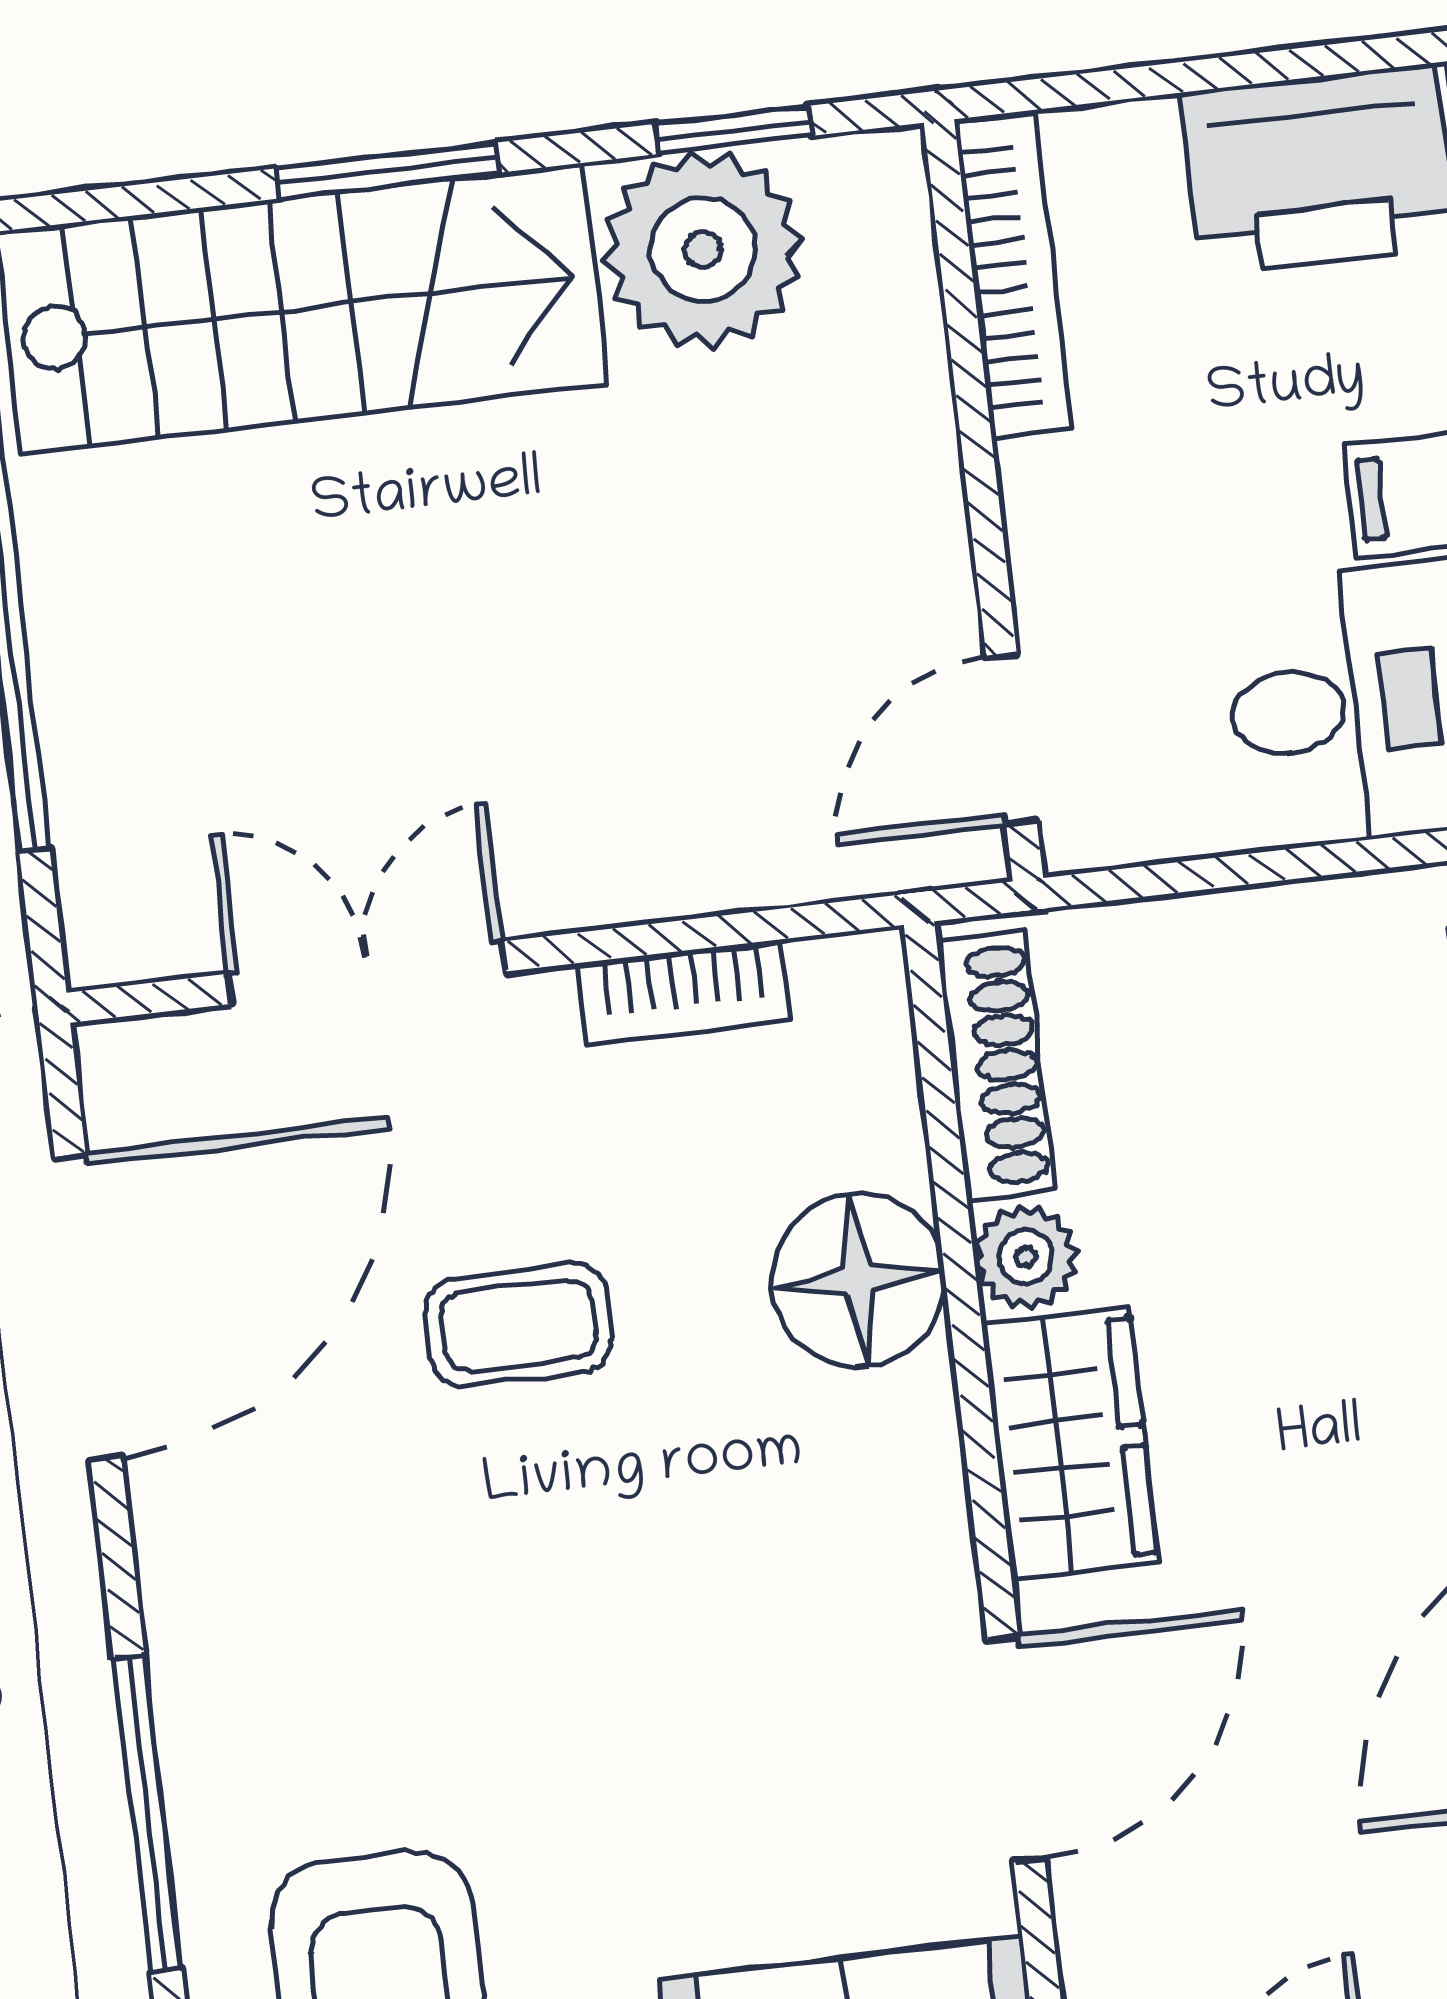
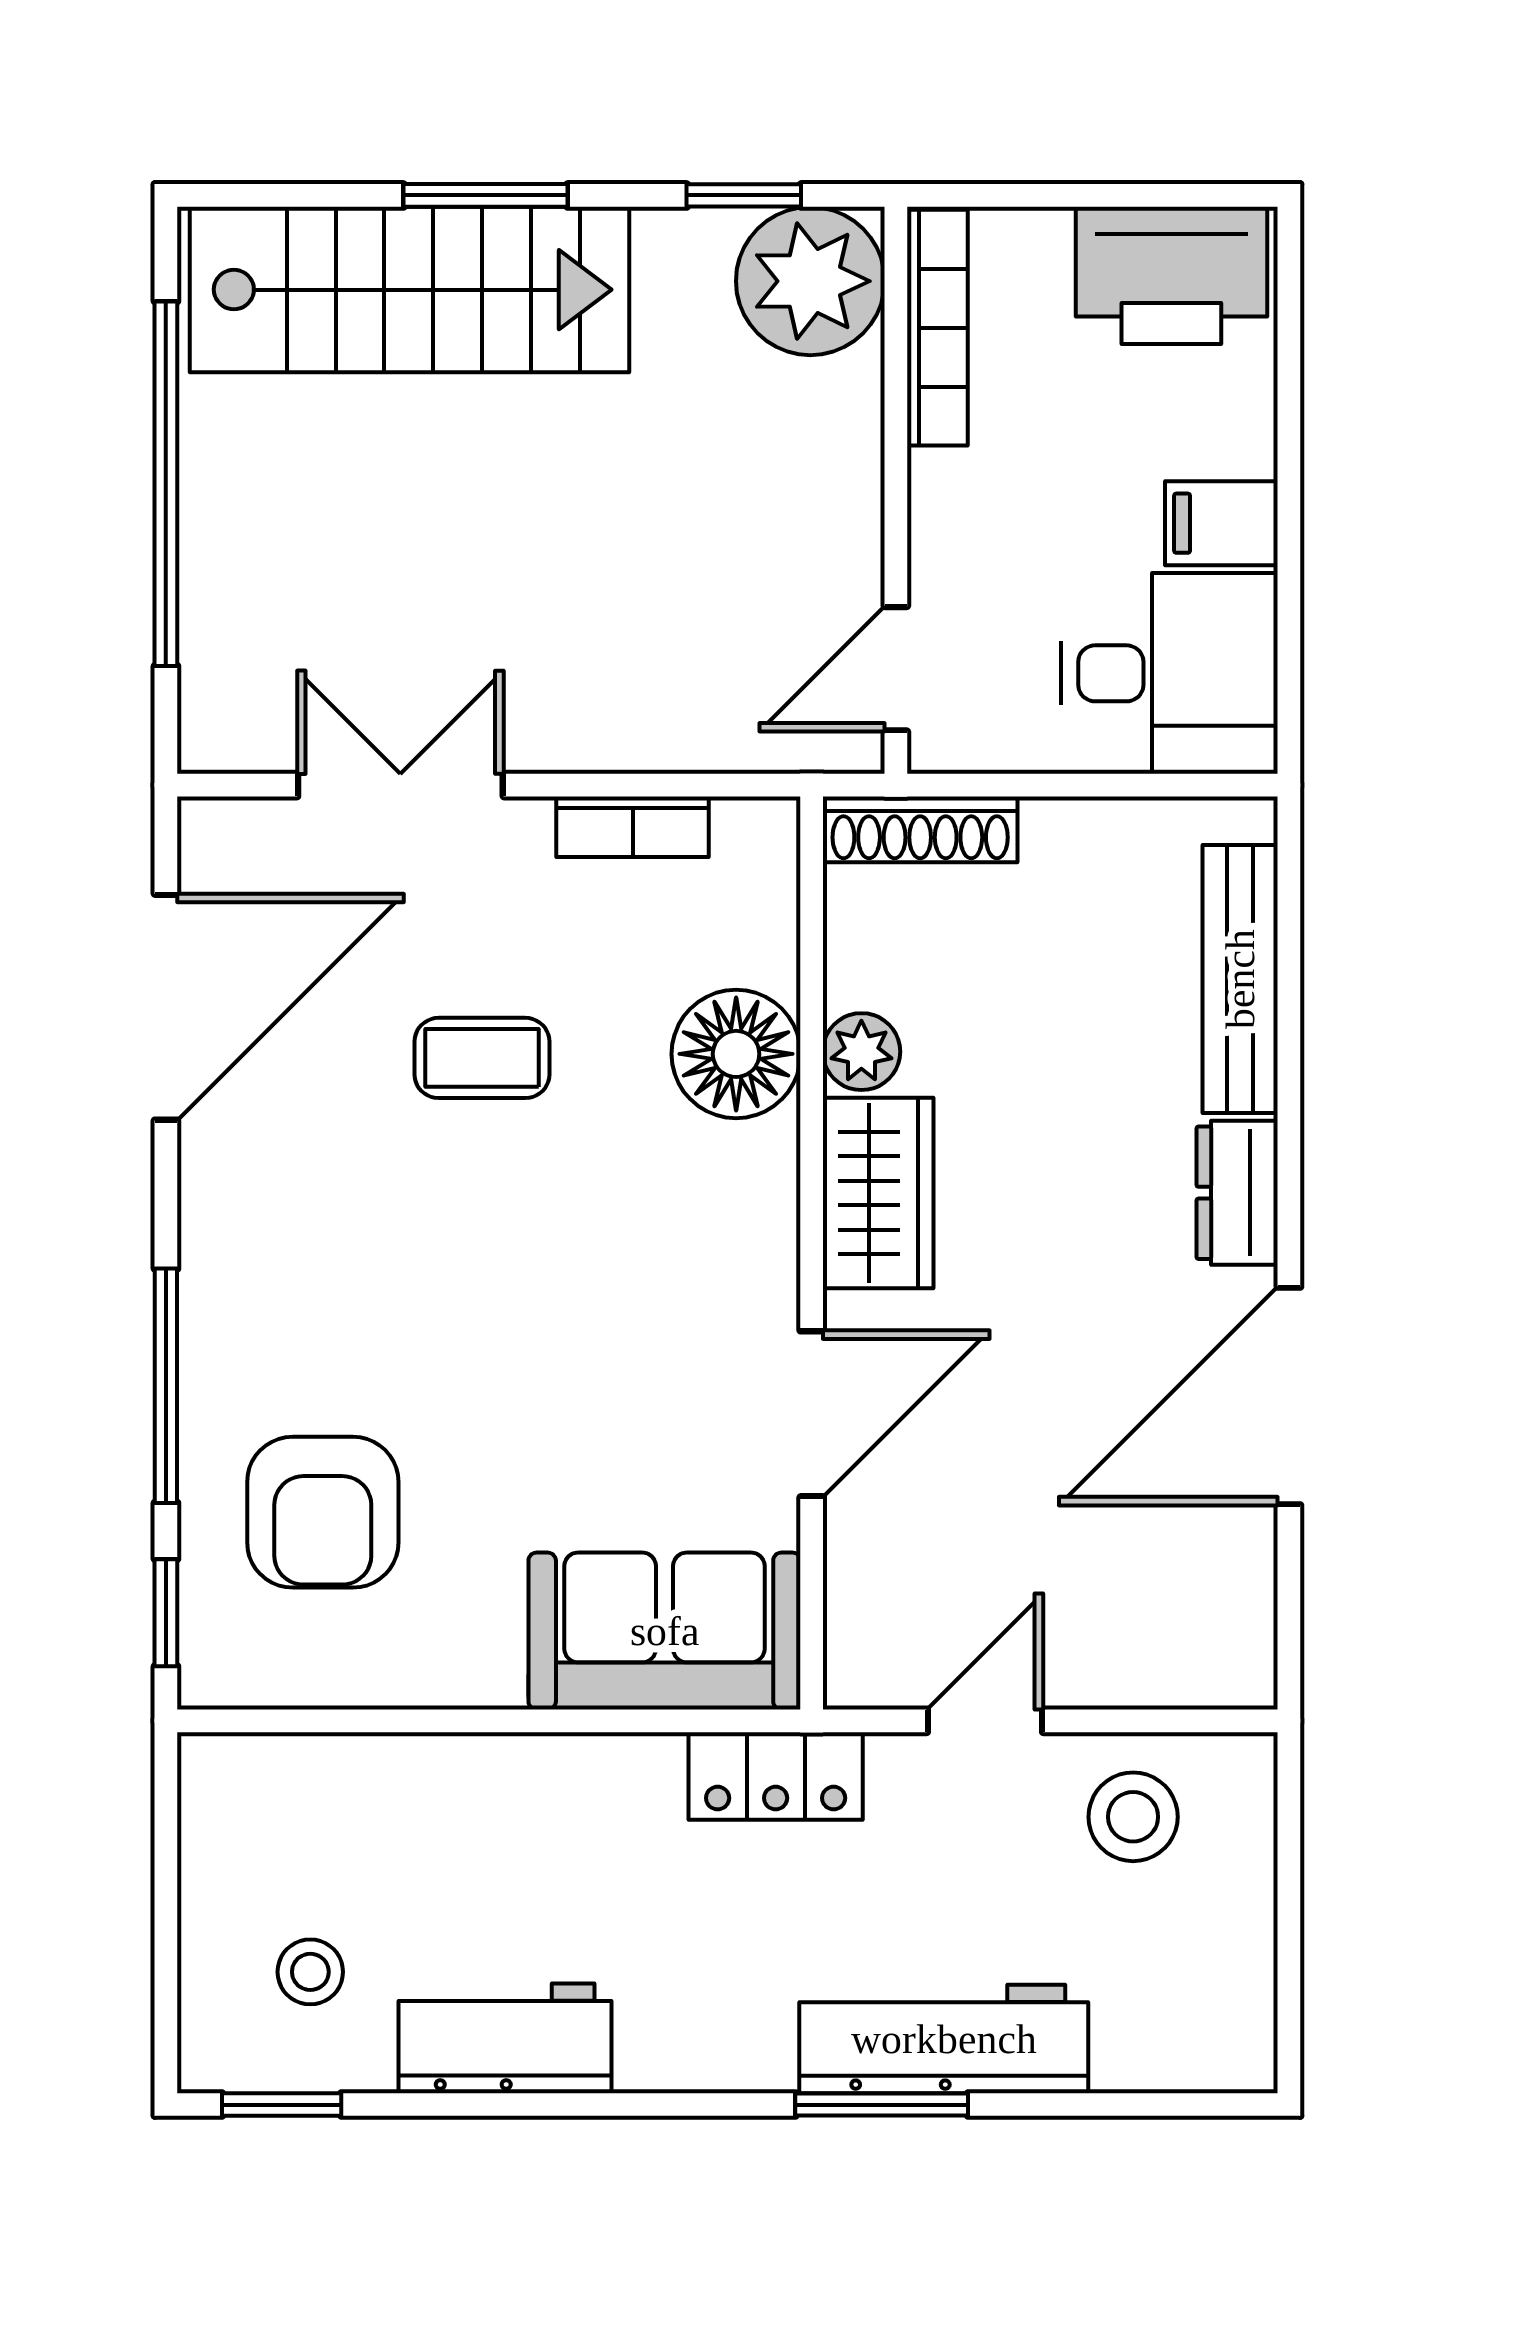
plant: (703, 249) -> (810, 281), moved
shoe rack: (996, 1066) -> (920, 829), moved, turned 90

